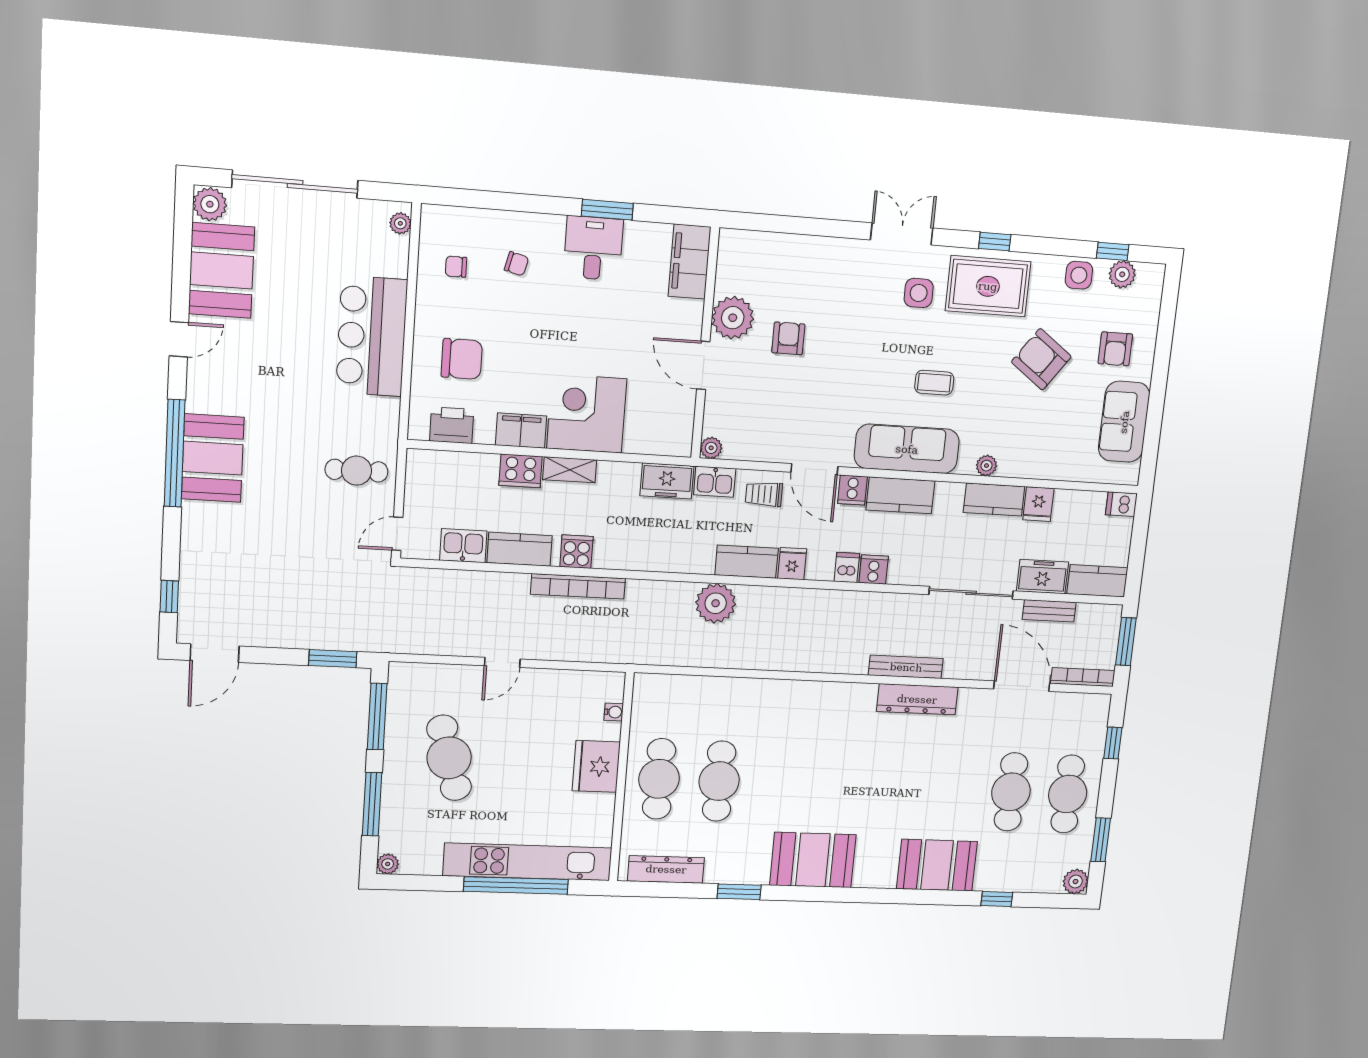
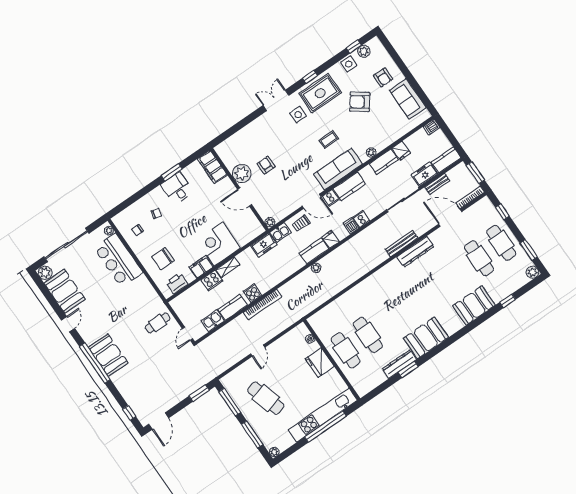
bar counter: (372, 336) -> (118, 260), moved
chair: (462, 359) -> (163, 259), turned 180
plant: (716, 603) -> (316, 268), width x0.53, depth x0.53
dresser: (666, 869) -> (399, 364), moved

